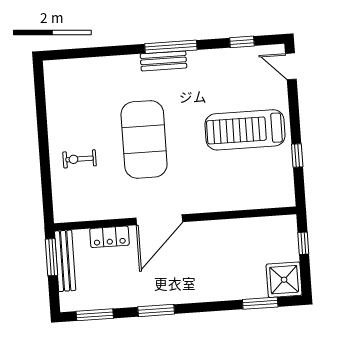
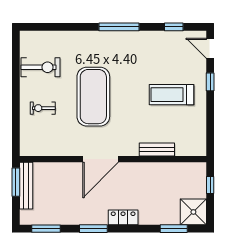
bench: (163, 61) -> (157, 149), moved
exercise bike: (73, 106) -> (41, 67), added
treadmill: (245, 130) -> (171, 95), width x0.73, depth x0.73
window: (297, 155) -> (210, 82), moved
locker: (109, 237) -> (123, 217), moved, turned 180

